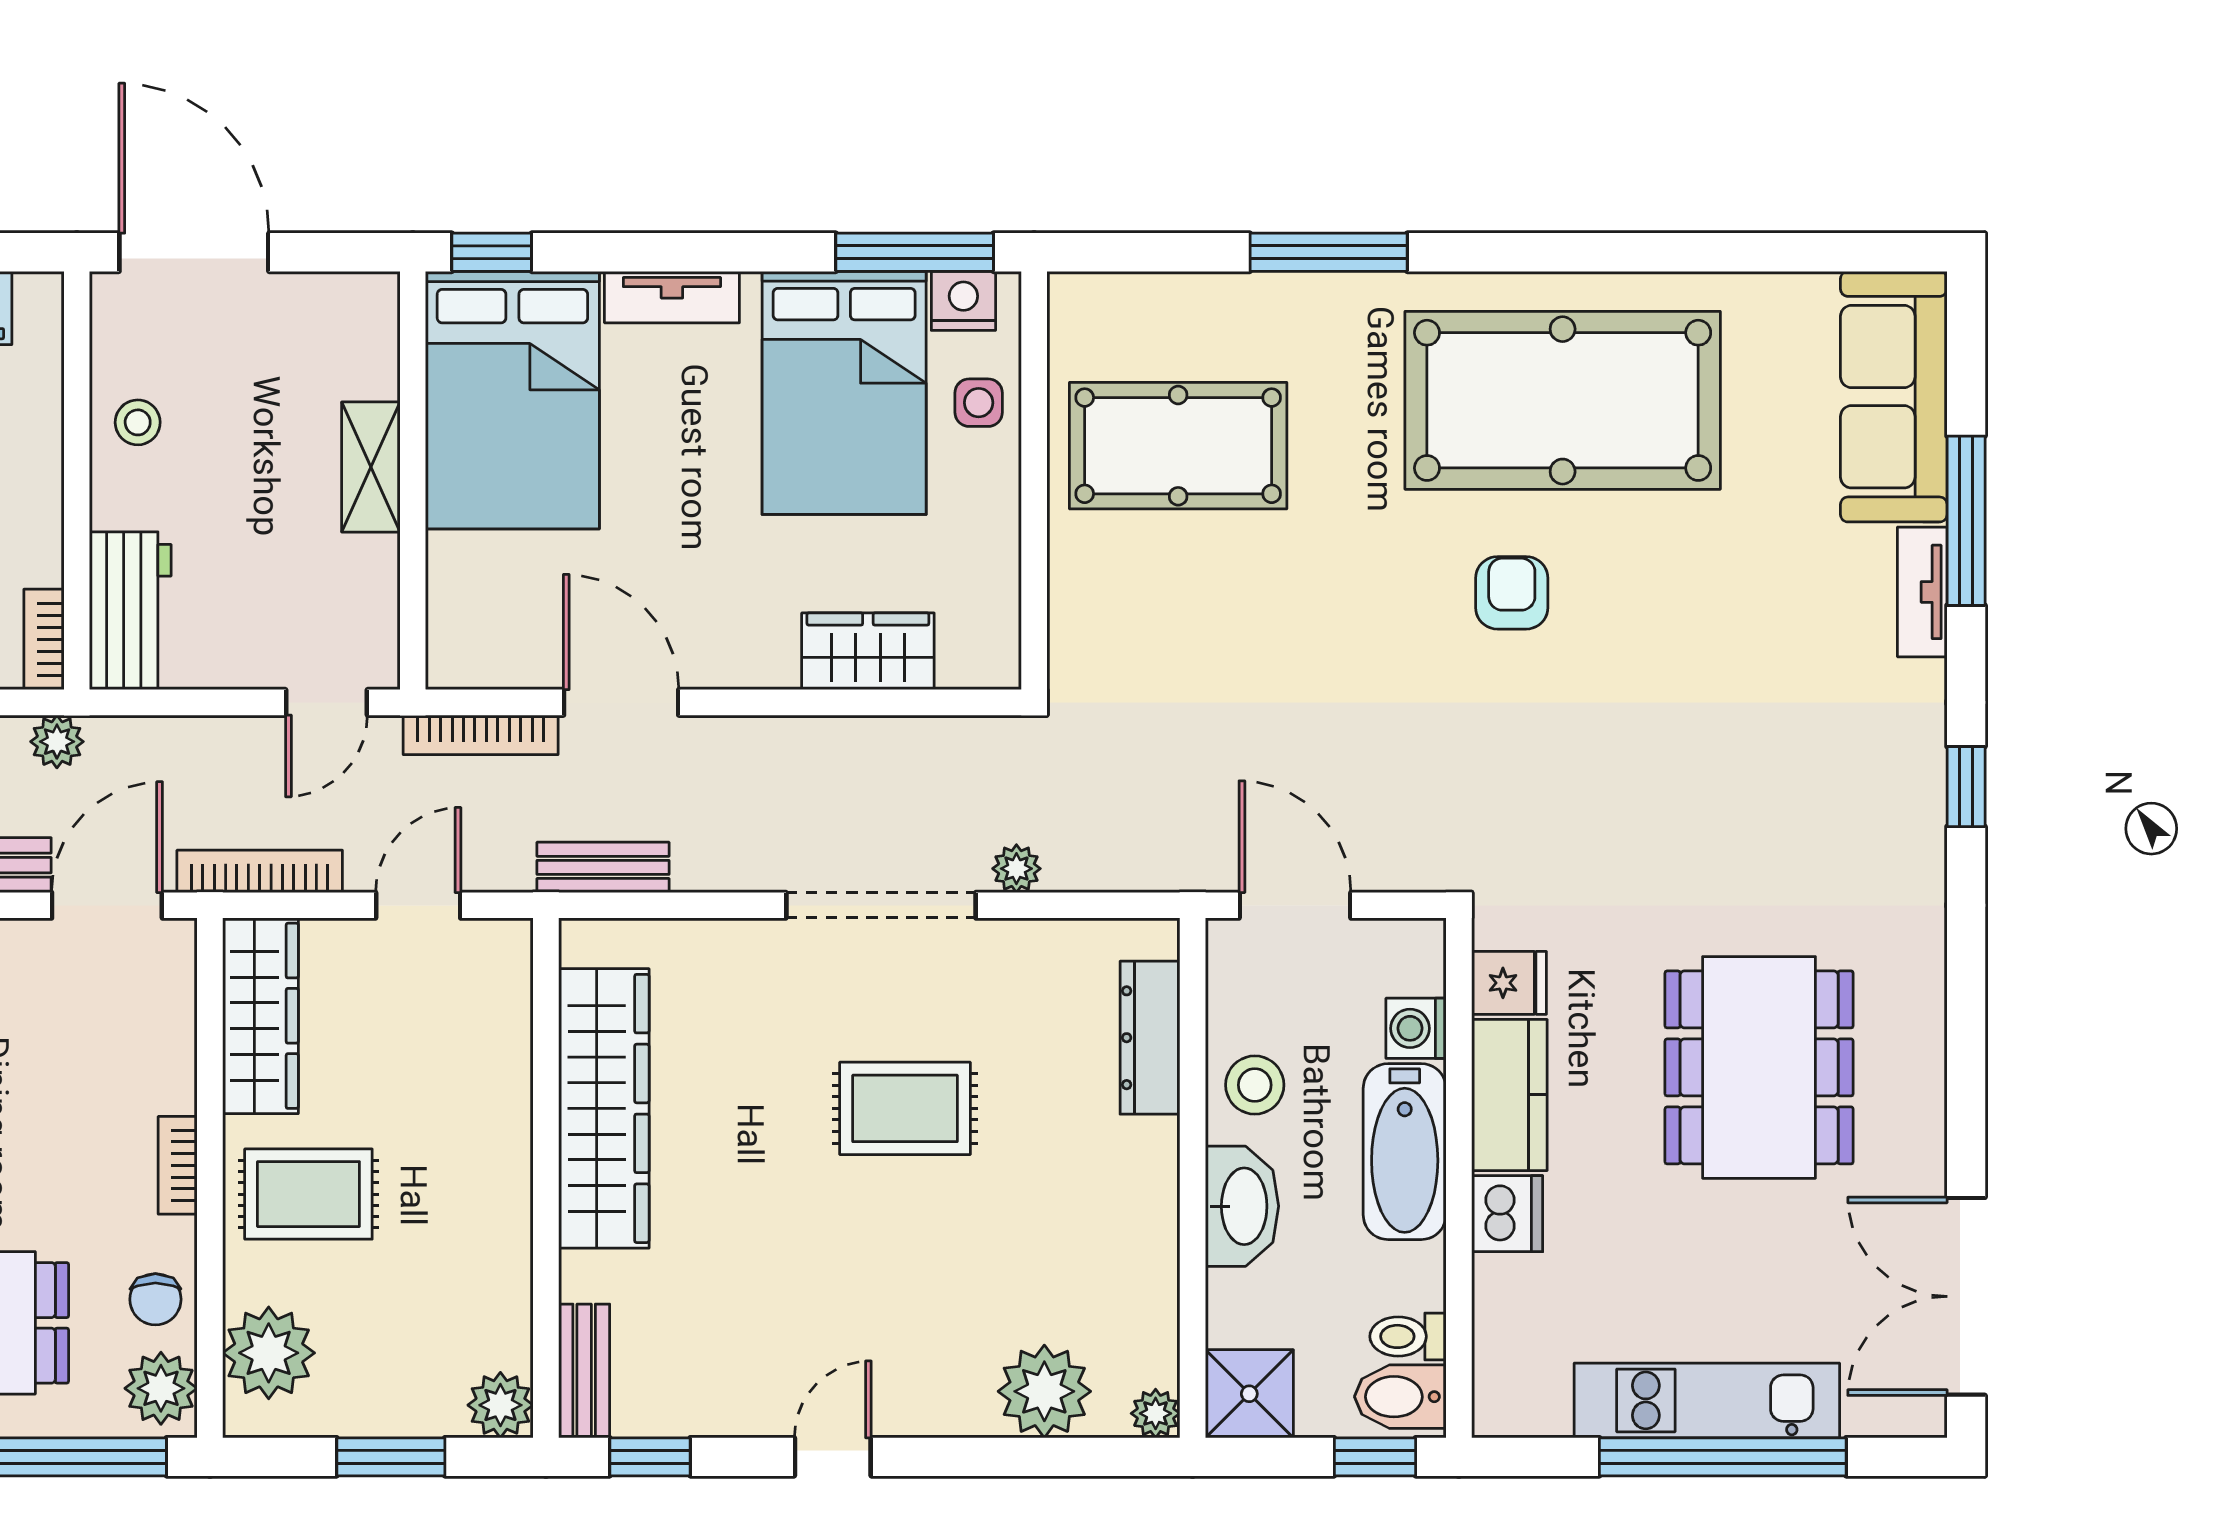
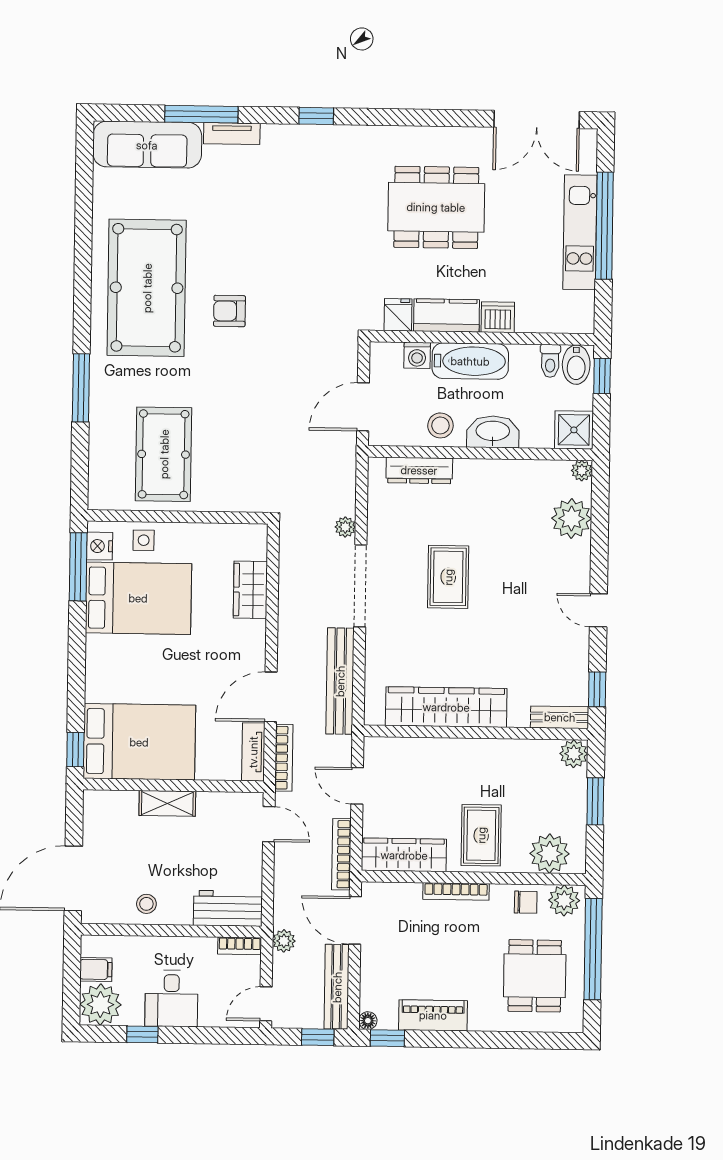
tv unit: (672, 297) -> (253, 752), moved, turned 180
bench: (603, 867) -> (340, 681), width x1.86, depth x1.21
bookcase: (178, 1165) -> (456, 891), width x1.56

